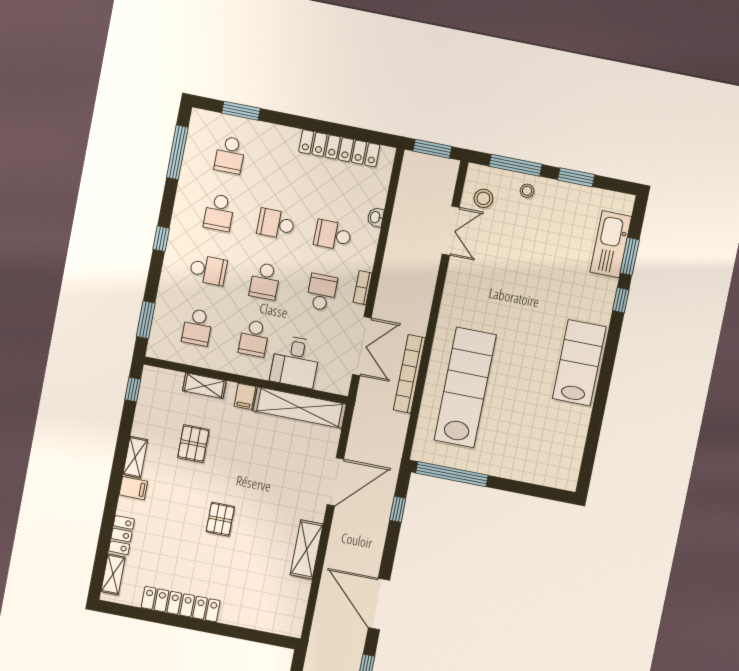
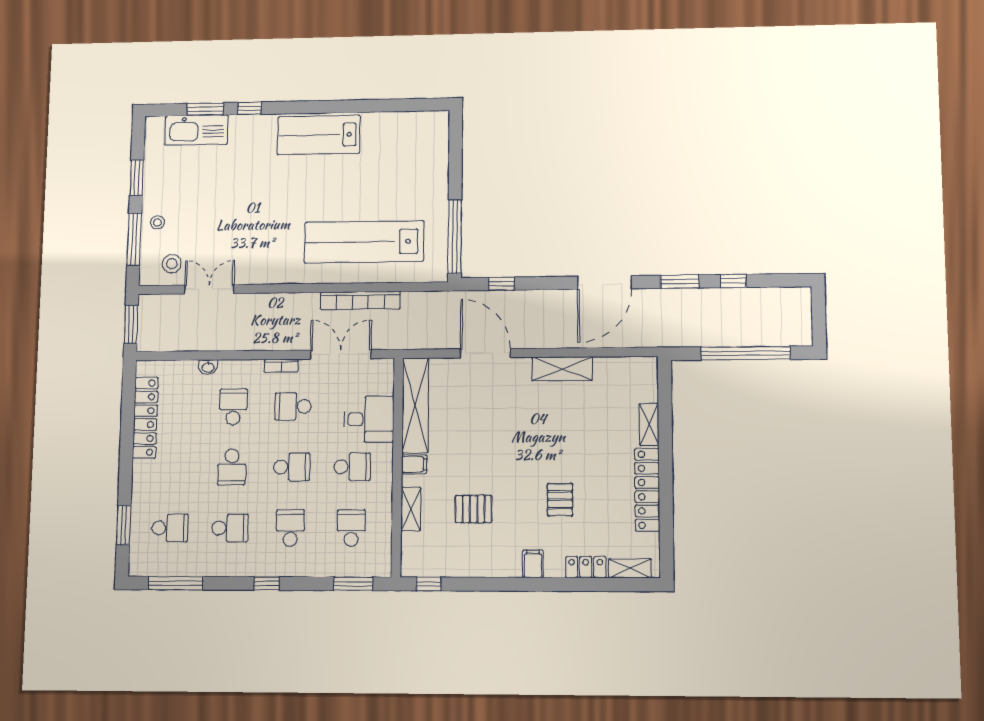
school desk: (333, 235) -> (233, 407), turned 180
school desk: (197, 327) -> (351, 528), turned -90
shelving: (135, 457) -> (649, 424), moved, turned 90
pallet: (220, 519) -> (560, 500), moved, turned 90

